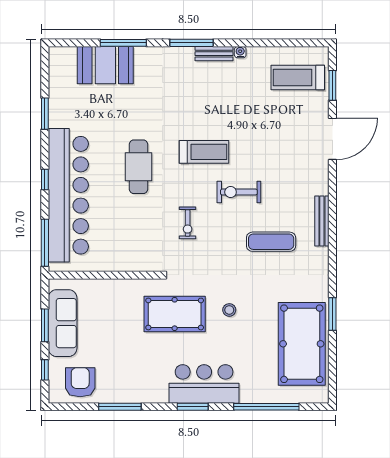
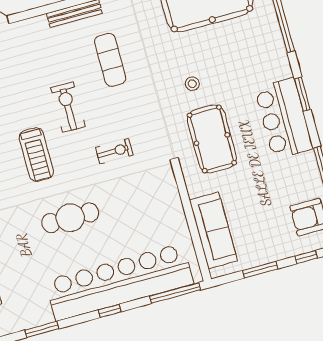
treadmill: (204, 152) -> (36, 155), turned 180
exercise bike: (239, 192) -> (68, 107), turned 180
sofa: (63, 323) -> (213, 230), moved, turned 90
bar counter: (204, 384) -> (284, 118), moved

